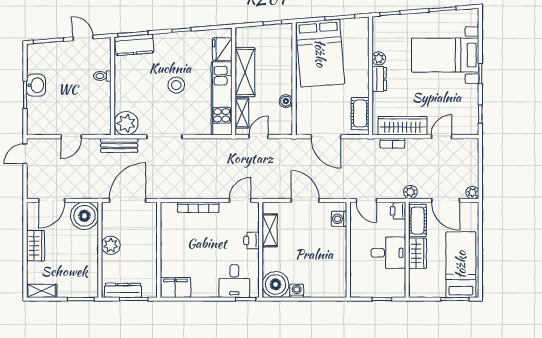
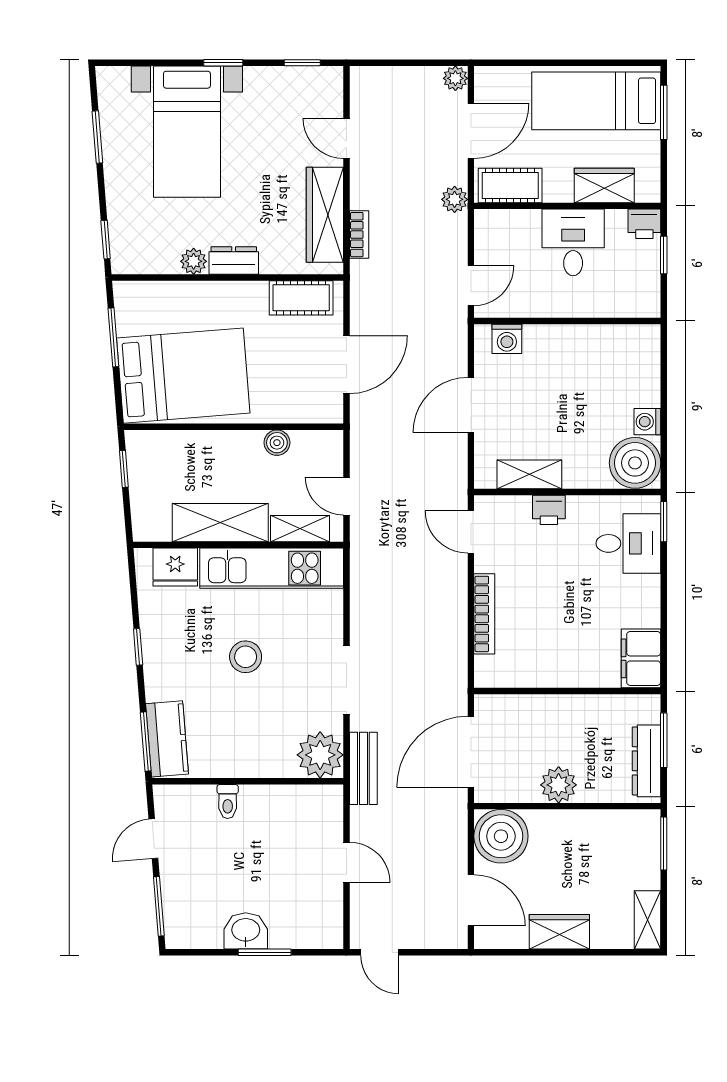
door: (128, 200) -> (471, 752), hinge flipped
printer: (398, 211) -> (644, 224), moved
wardrobe: (418, 253) -> (604, 185), moved

